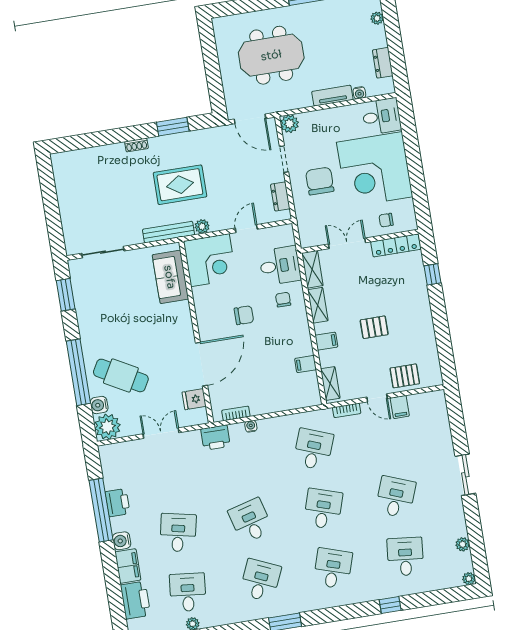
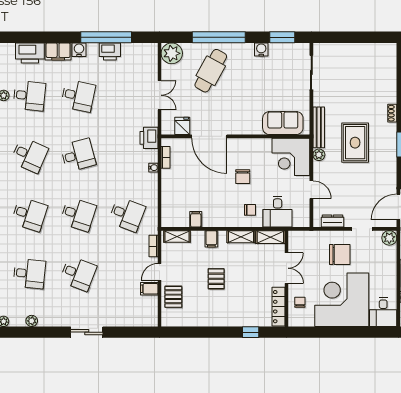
water cooler: (99, 405) -> (261, 49), moved

